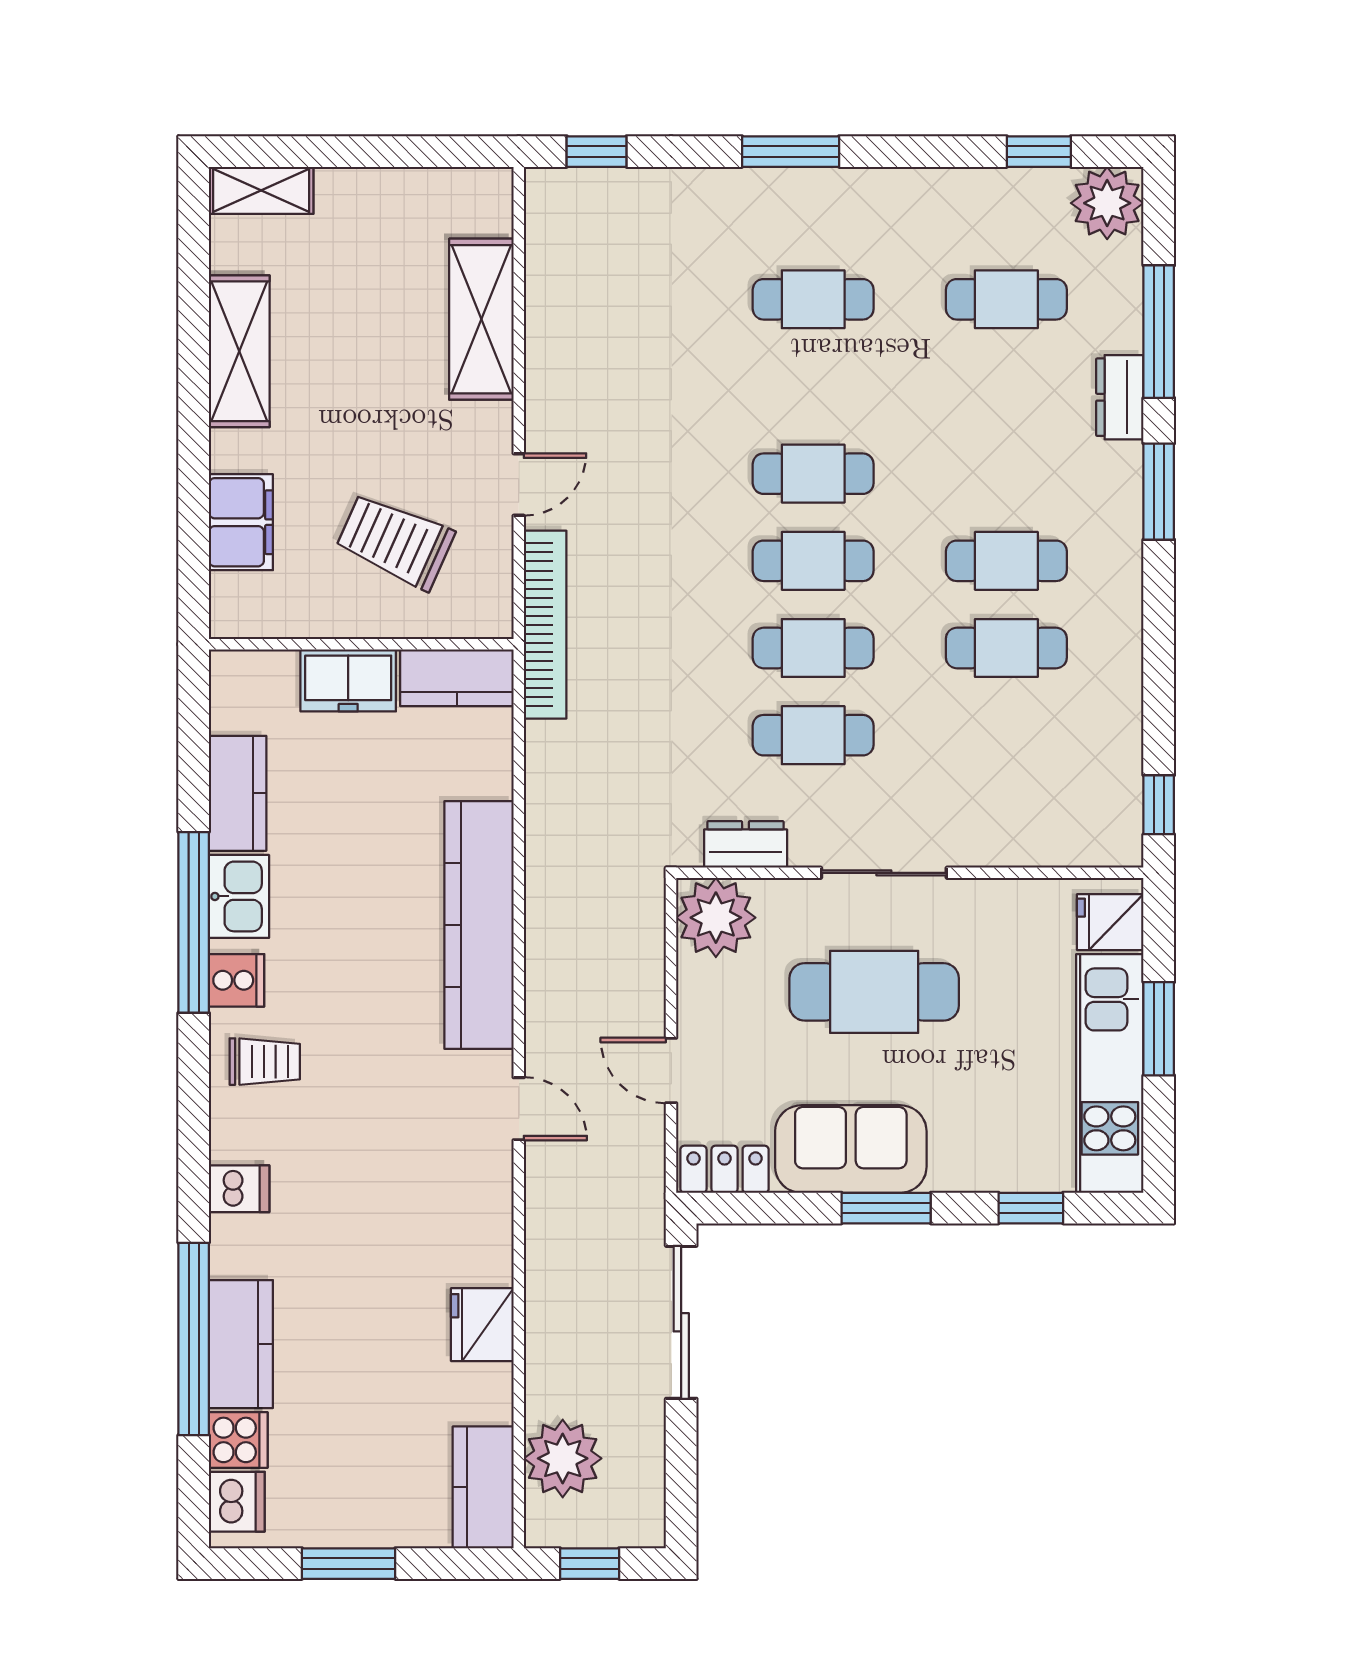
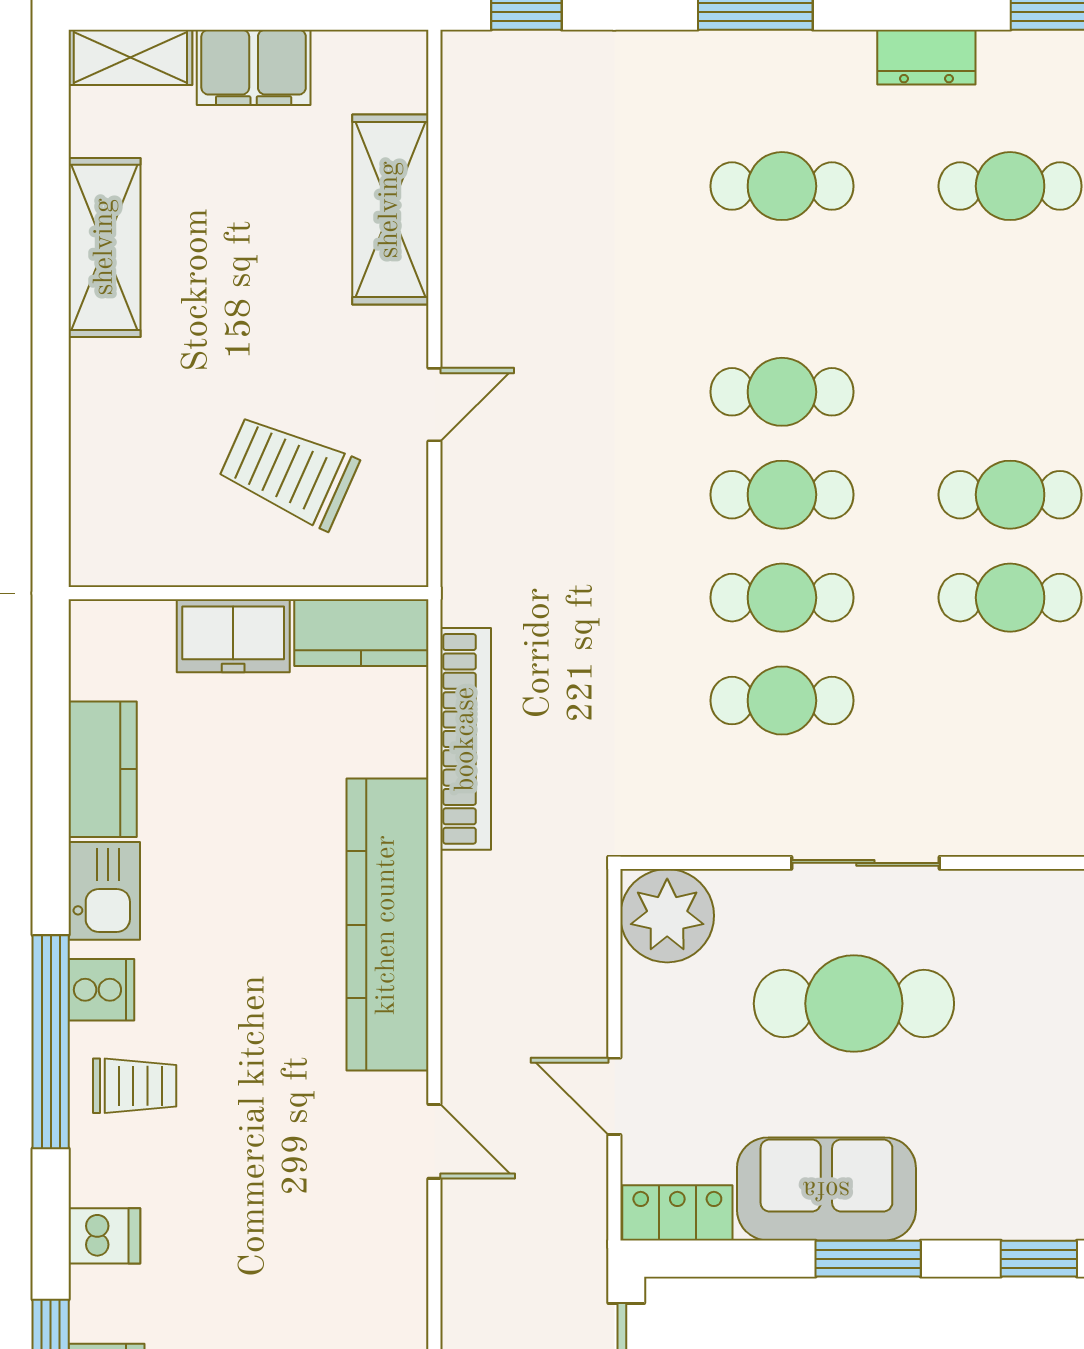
filing cabinet: (241, 522) -> (254, 67), moved, turned 90
bookcase: (545, 625) -> (466, 739), moved
dresser: (746, 844) -> (926, 57), moved, turned 180
window: (194, 922) -> (51, 1042), moved

